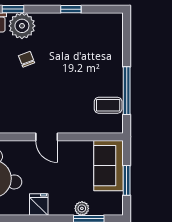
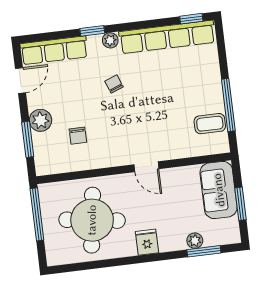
window: (71, 9) -> (191, 19), moved
row of seats: (79, 23) -> (167, 37), added
plant: (22, 26) -> (110, 40), width x0.53, depth x0.53

